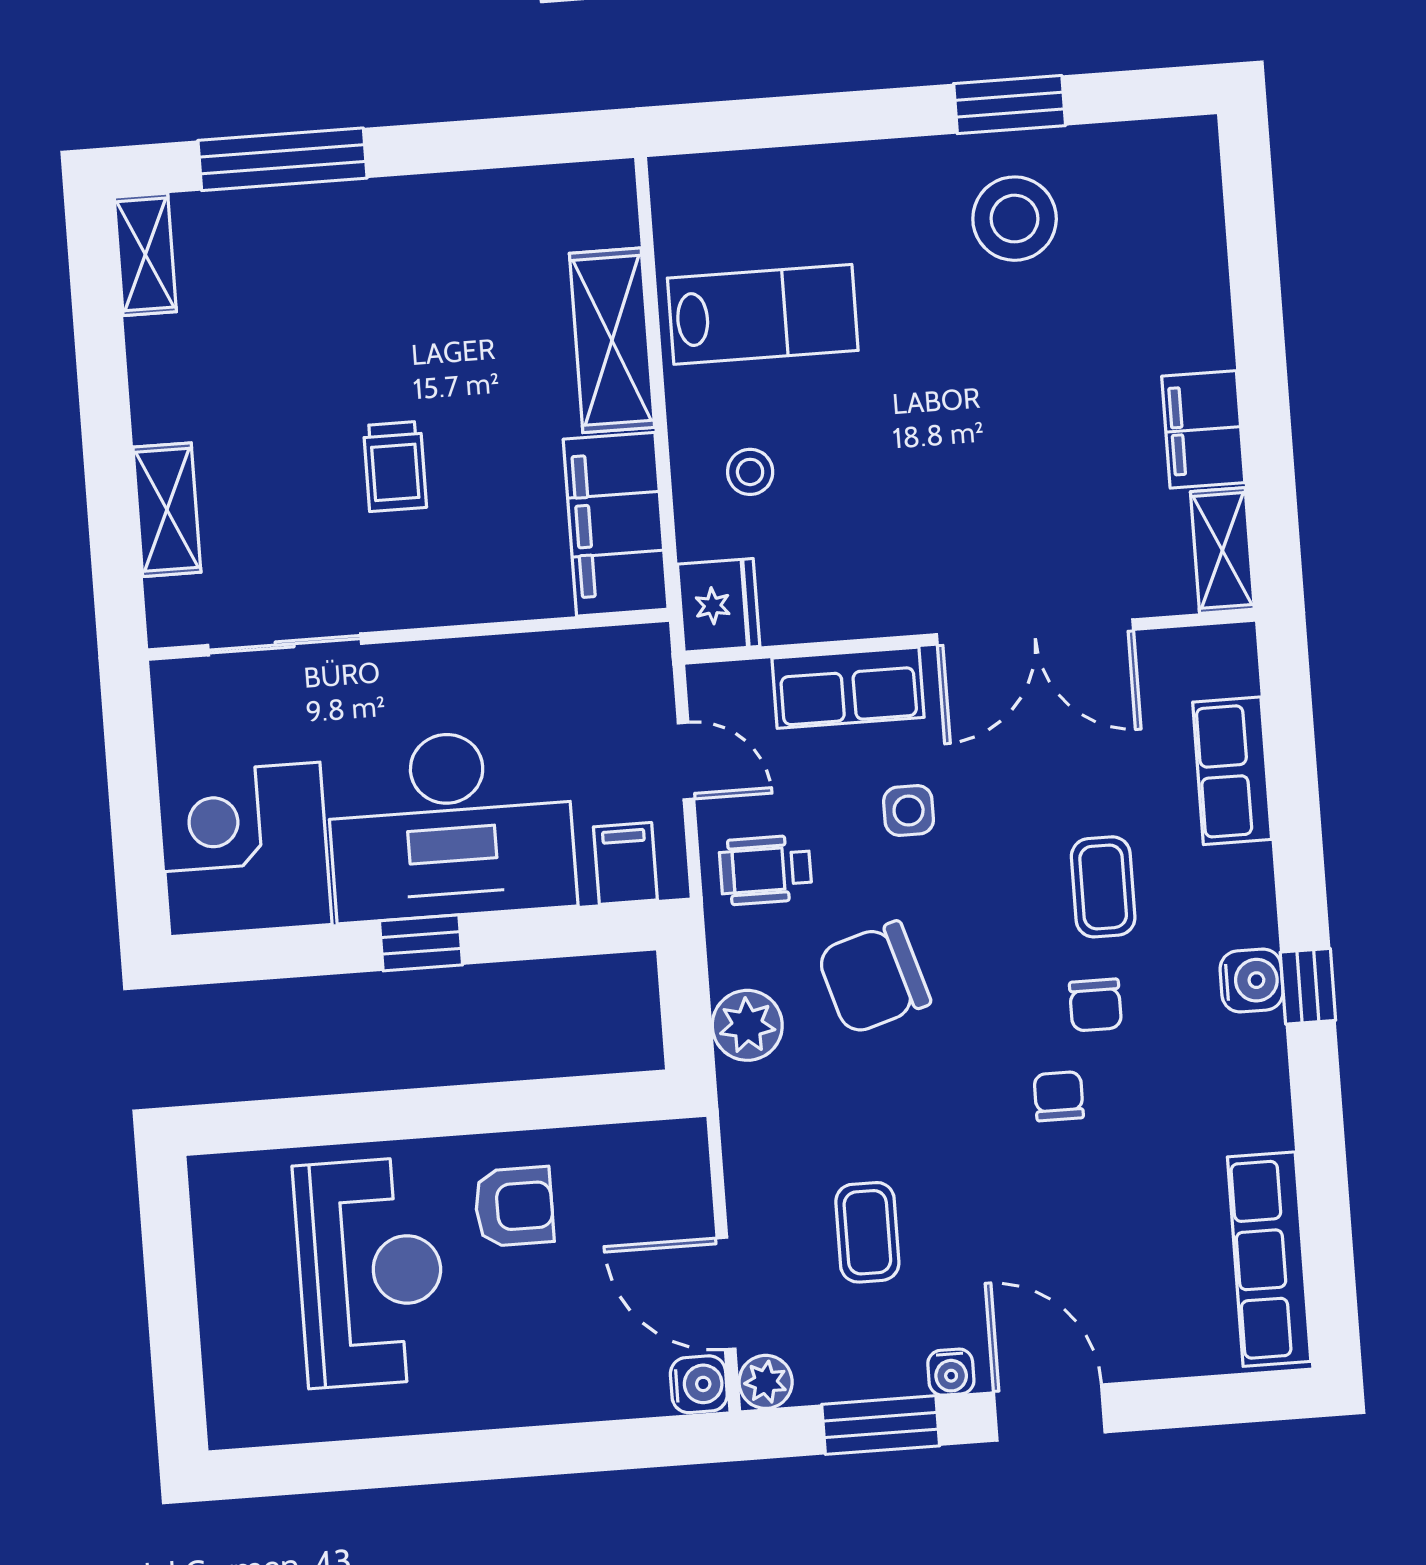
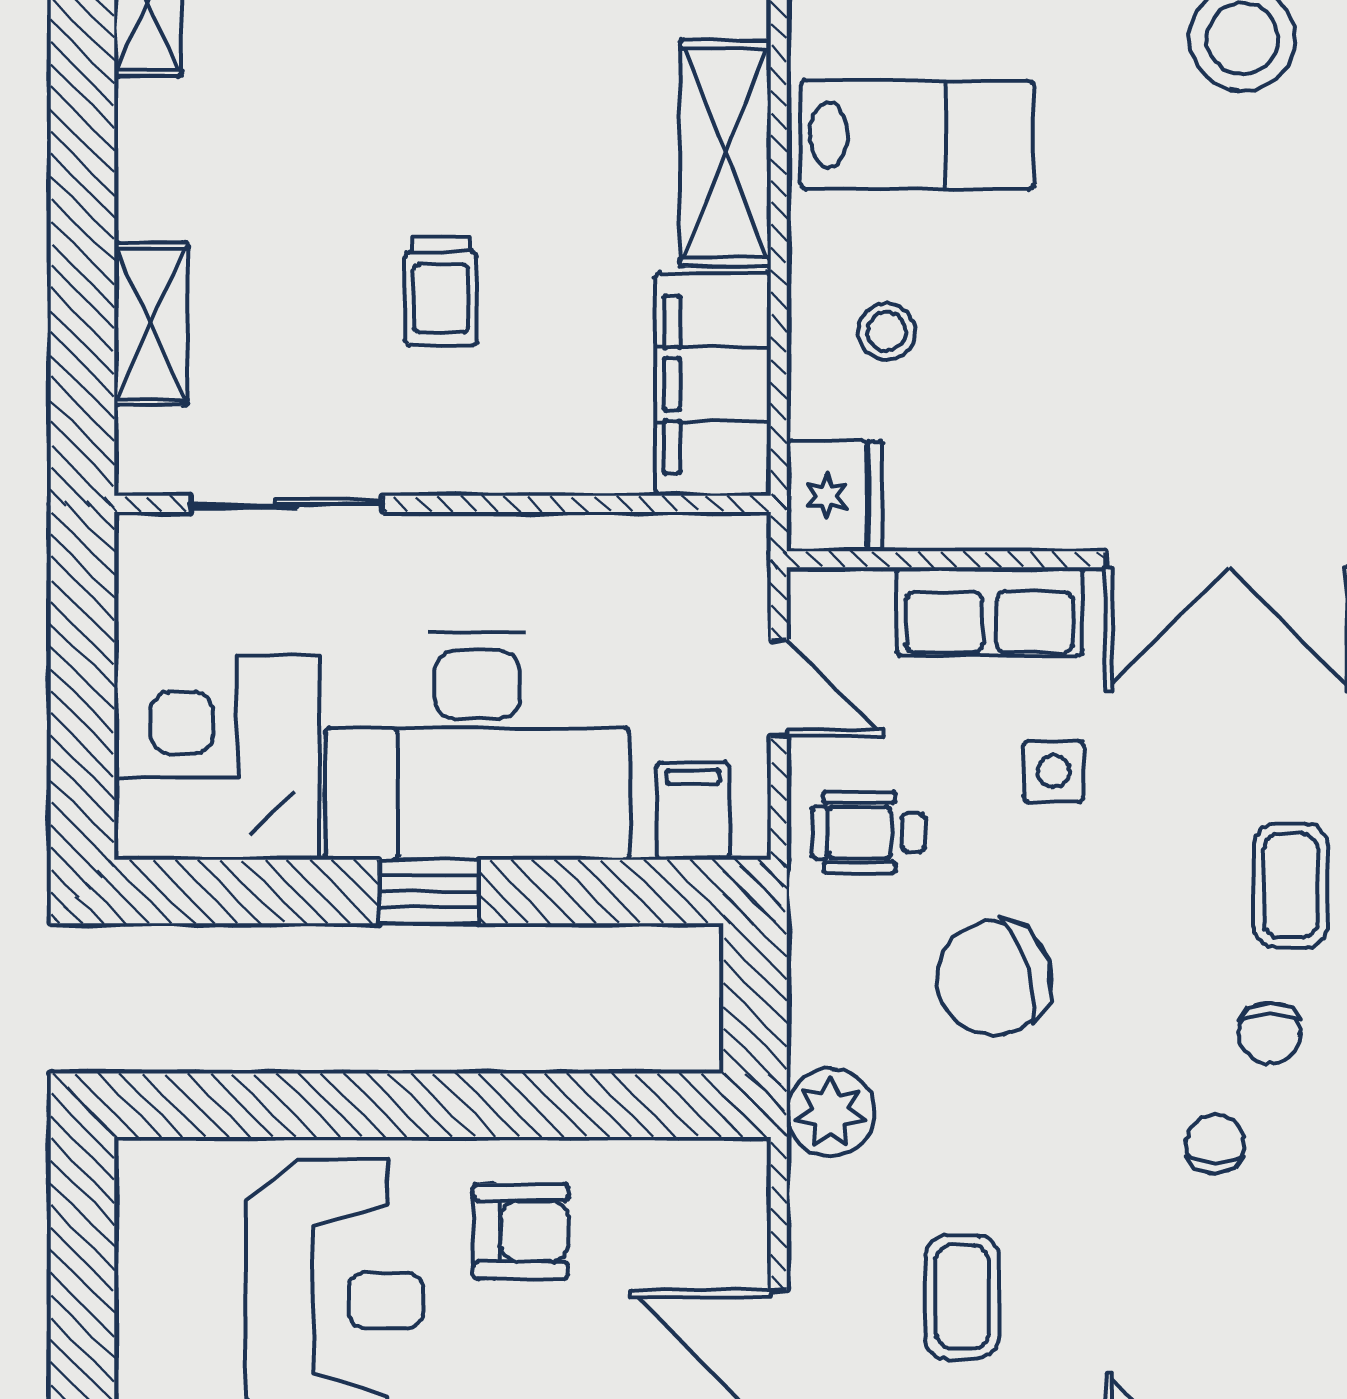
plant: (747, 1025) -> (831, 1112), moved

